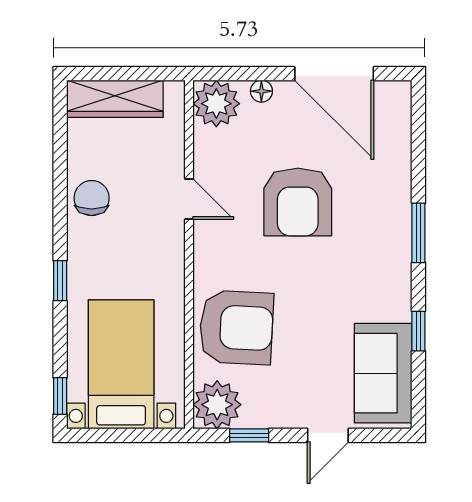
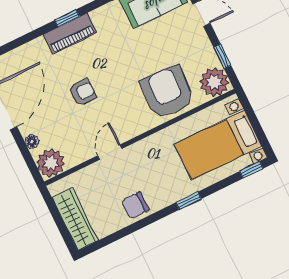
armchair: (298, 202) -> (82, 92), width x0.53, depth x0.53
piano: (394, 226) -> (70, 34), added
window: (418, 233) -> (67, 18), width x0.67

